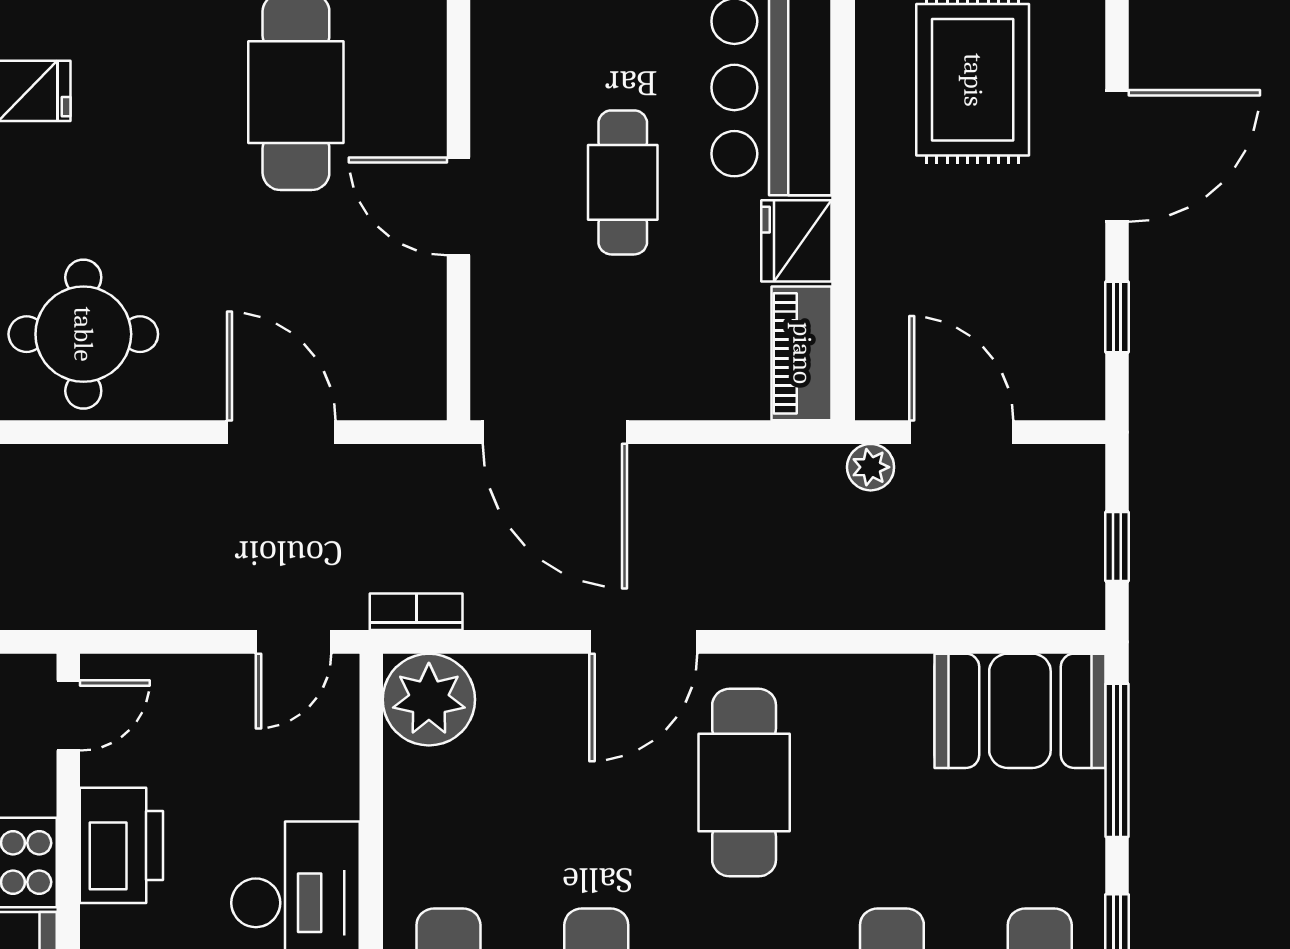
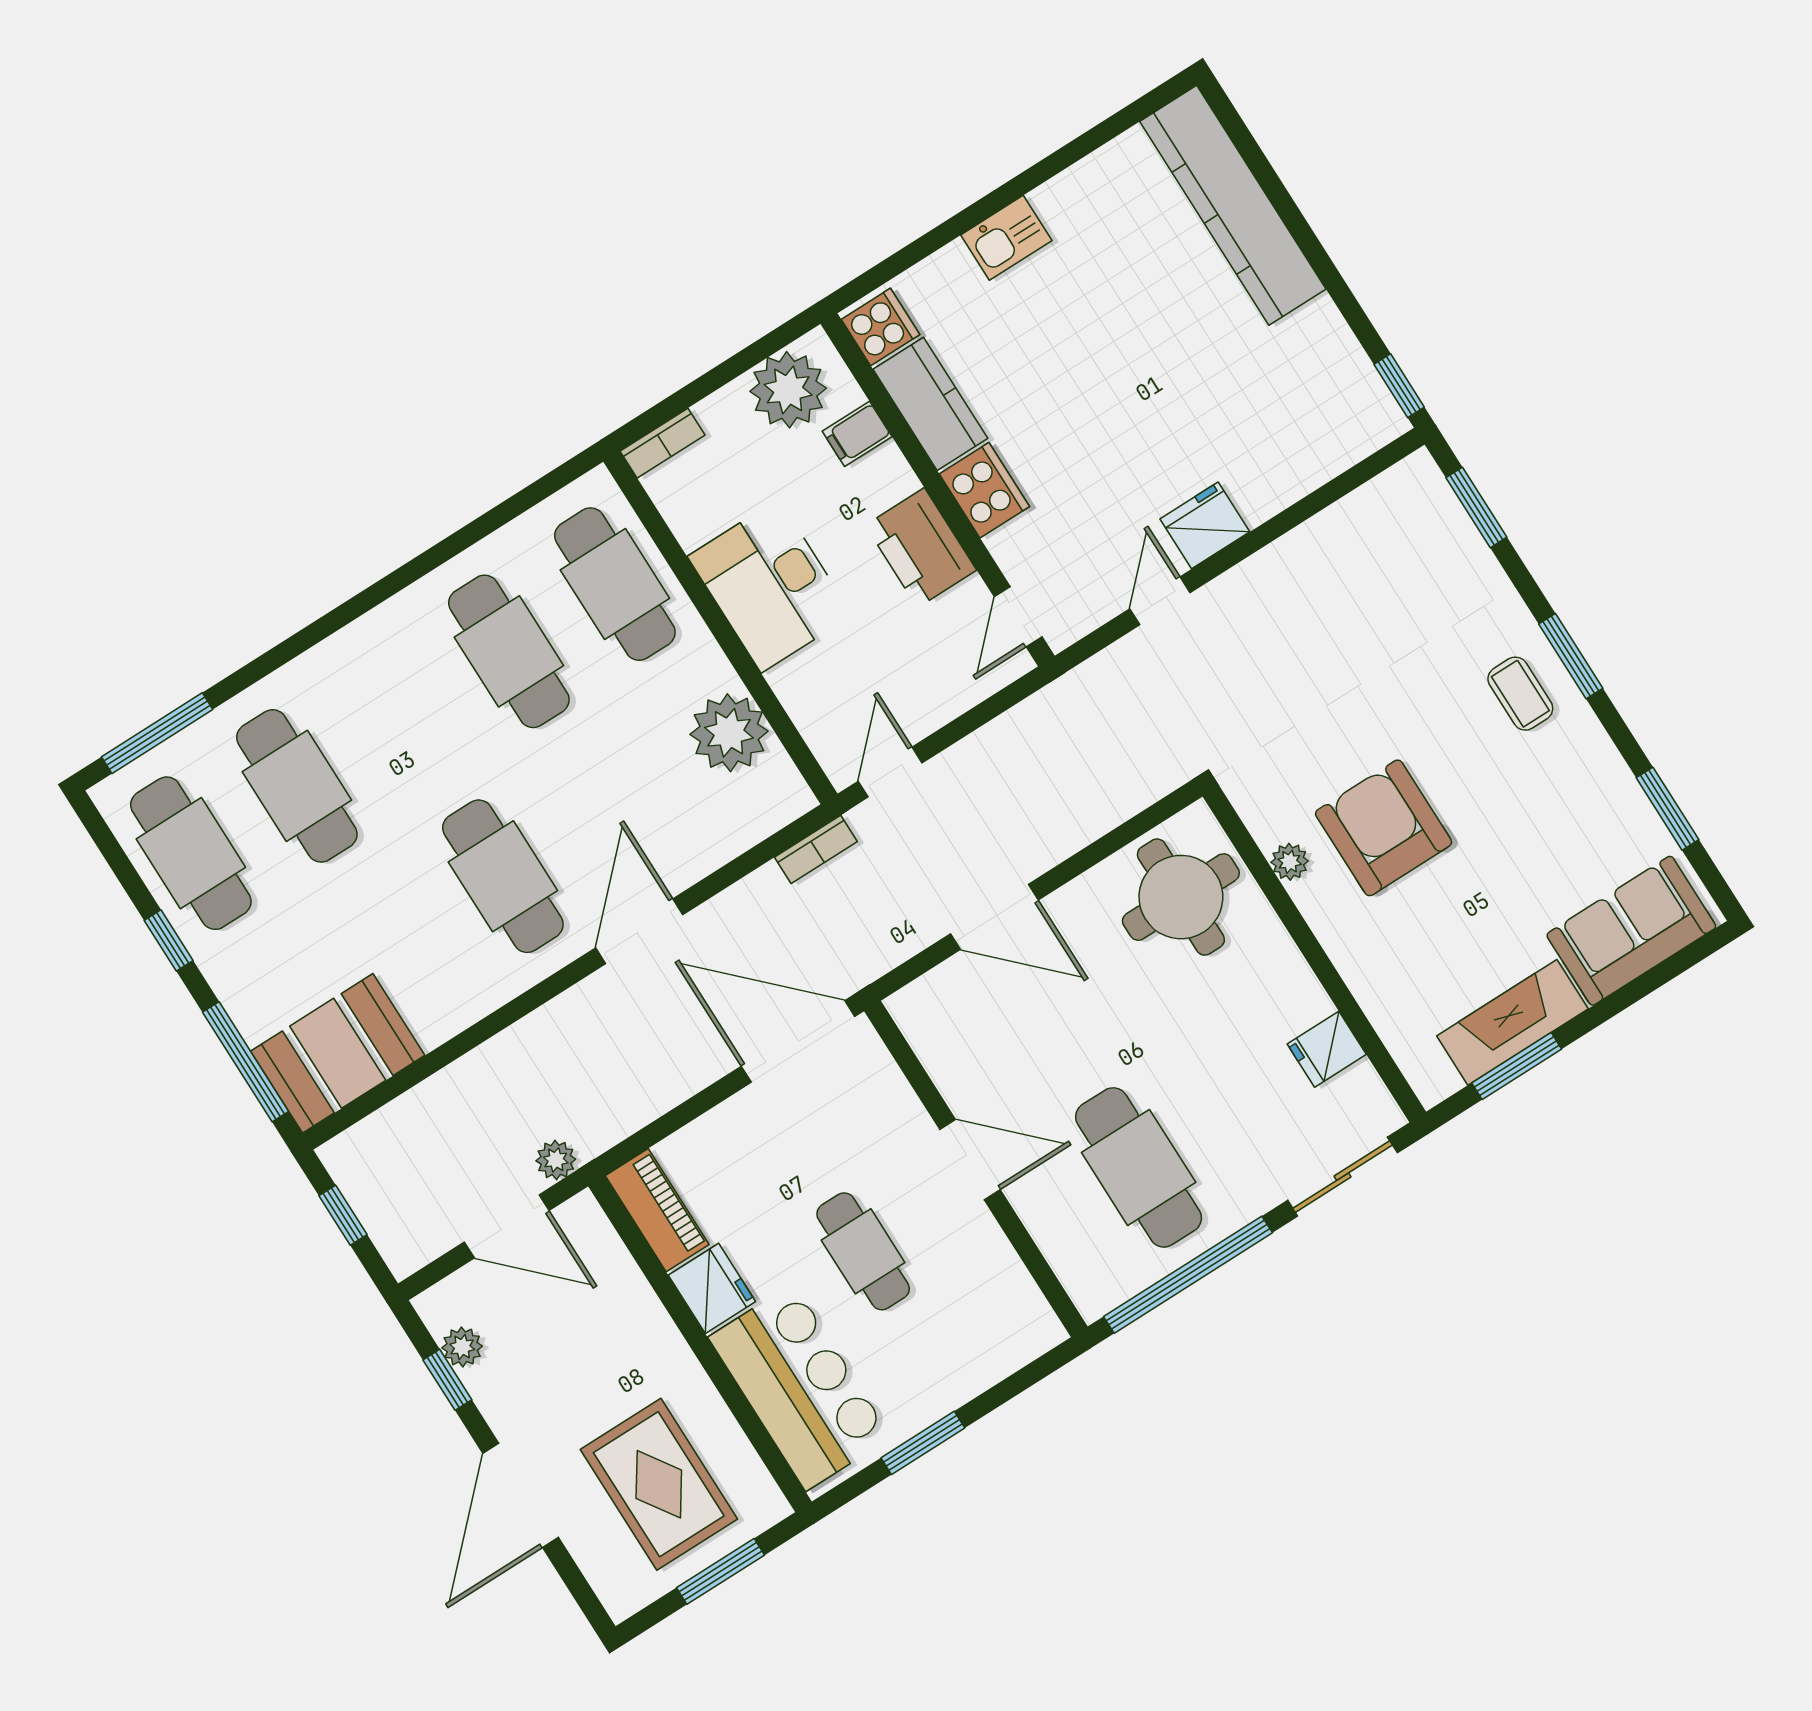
plant: (1082, 340) -> (462, 1347), added
plant: (429, 700) -> (729, 733), moved

